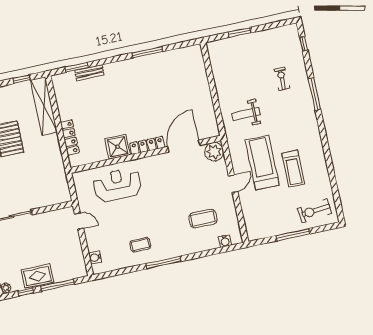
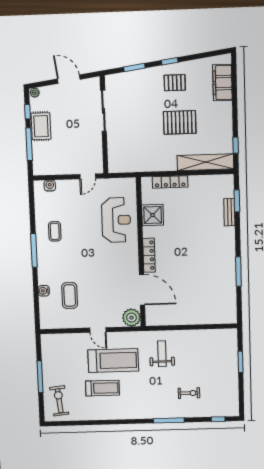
shower: (117, 147) -> (153, 215), moved
treadmill: (293, 168) -> (102, 388), turned 180
water cooler: (225, 241) -> (44, 291), moved

